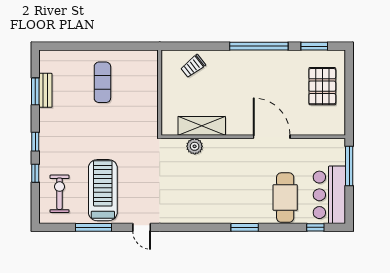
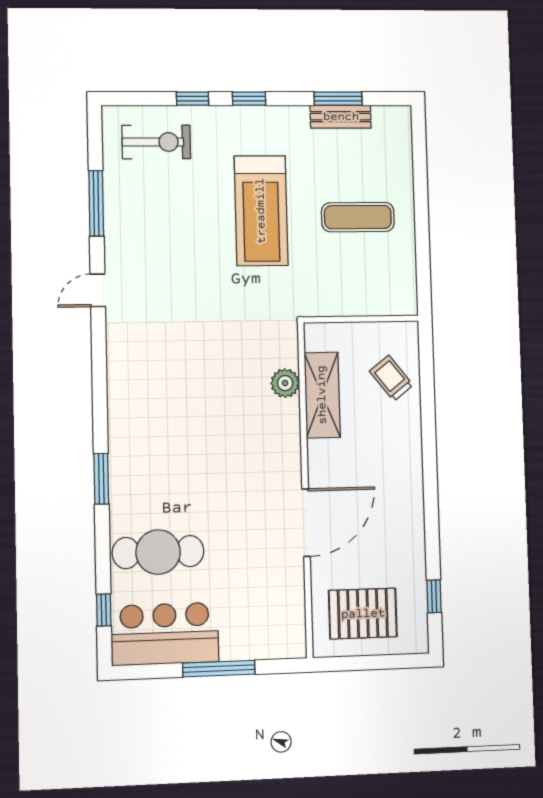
window: (259, 46) -> (431, 496), removed
window: (314, 46) -> (434, 596), width x0.67
shelving: (202, 126) -> (322, 395), moved
wall: (253, 137) -> (305, 489), moved
door: (272, 137) -> (306, 523), moved
plant: (195, 146) -> (285, 383), moved
treadmill: (103, 190) -> (261, 211), moved, turned 90

